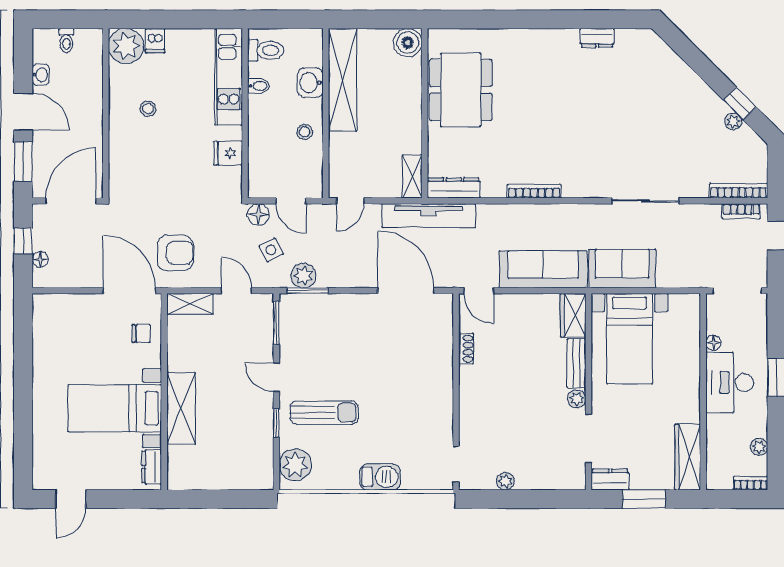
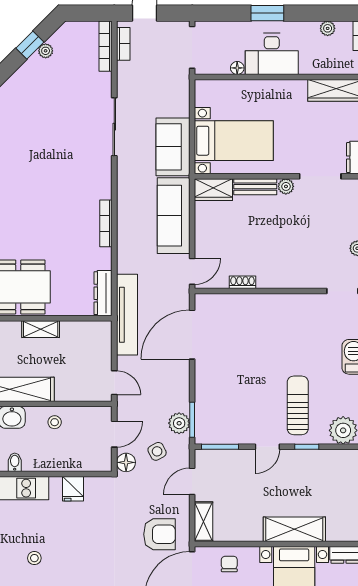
shelving: (412, 176) -> (41, 329), moved
armchair: (175, 253) -> (159, 534), turned 90

